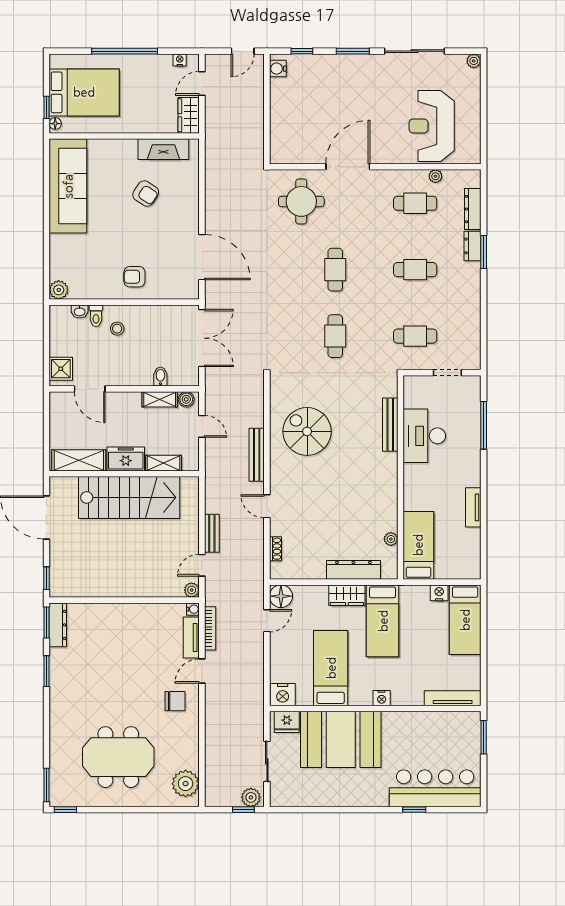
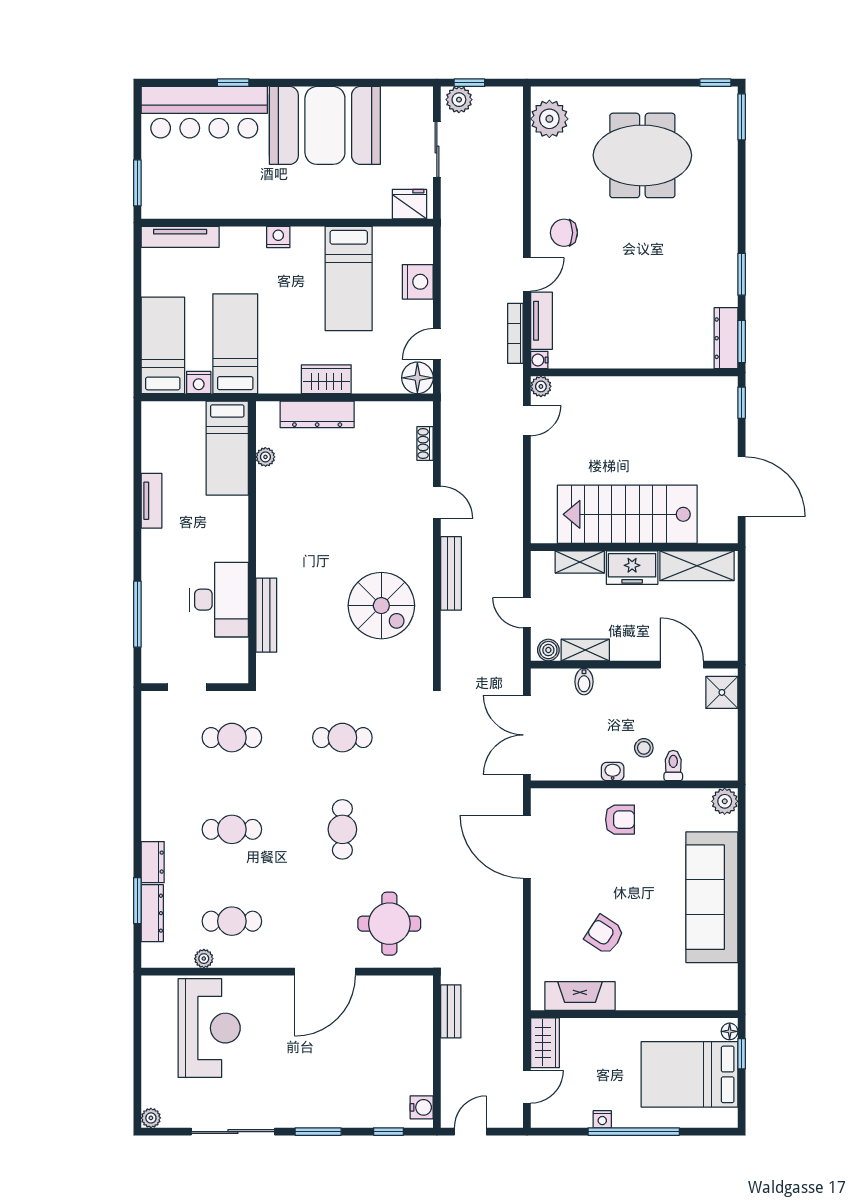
nightstand: (180, 60) -> (602, 1119), moved
sofa: (68, 186) -> (712, 897), moved
window: (484, 252) -> (137, 901), moved
washbasin: (80, 311) -> (613, 772), moved
cafe table: (335, 336) -> (342, 738), turned 90
bench: (212, 533) -> (451, 1011), moved
bed: (383, 621) -> (235, 344), moved
nightstand: (283, 695) -> (418, 282), moved, turned 90
booth: (341, 739) -> (325, 125), moved

